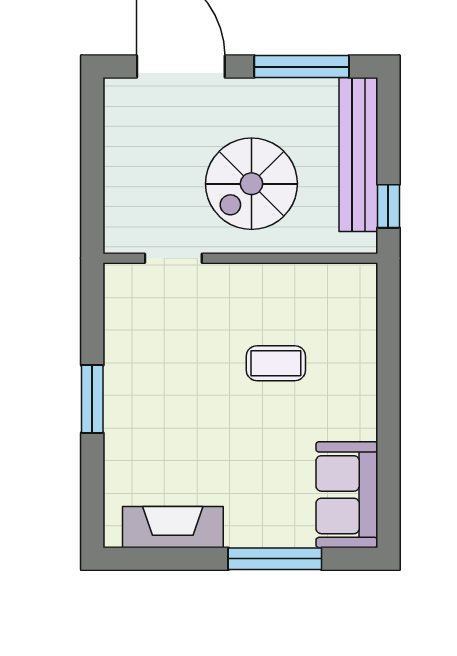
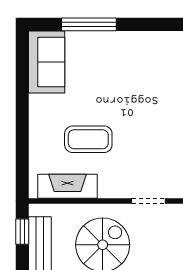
coffee table: (276, 363) -> (88, 139), width x1.36, depth x1.30
fireplace: (173, 527) -> (68, 186), moved, turned 180

